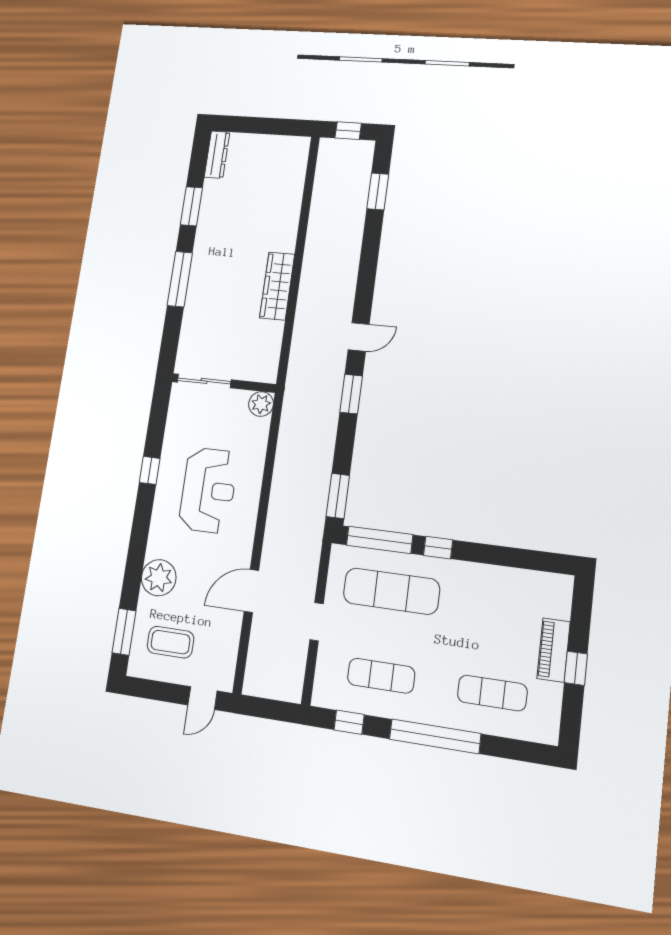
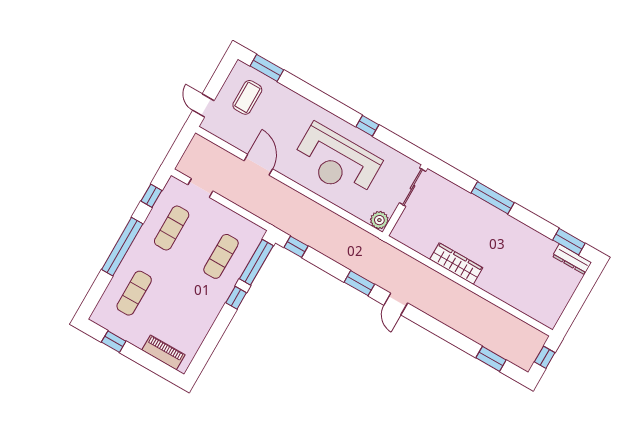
window: (191, 206) -> (569, 242), moved
reception desk: (208, 490) -> (337, 161), width x1.36, depth x1.30
window: (338, 496) -> (296, 247), width x0.67
plant: (159, 578) -> (293, 105), removed
exercise mat: (391, 591) -> (221, 256), width x0.73, depth x0.69
doorway: (317, 622) -> (200, 188), moved
piano: (554, 650) -> (163, 352), moved
window: (576, 668) -> (114, 342), moved

